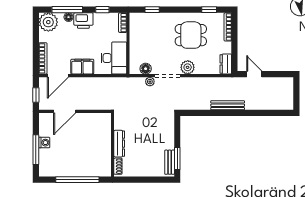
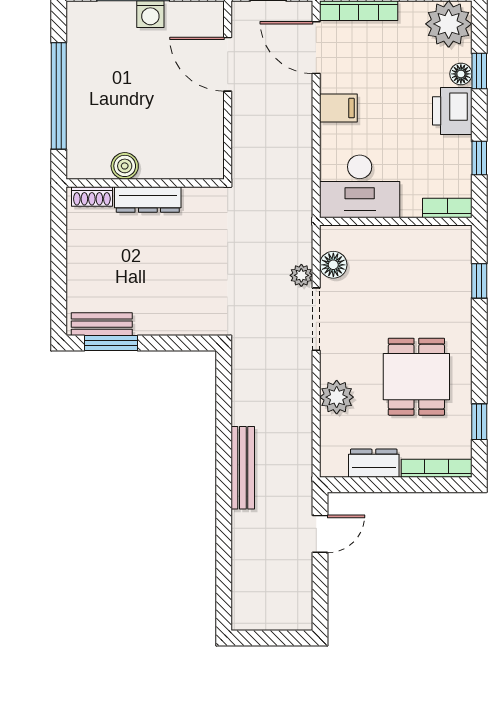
window: (67, 10) -> (479, 71), width x0.46
dresser: (226, 64) -> (374, 463), moved
filing cabinet: (82, 67) -> (338, 108), width x0.50
plant: (188, 67) -> (337, 397), moved
boiler: (106, 153) -> (125, 166), added

